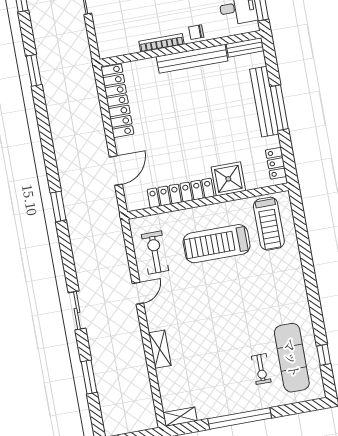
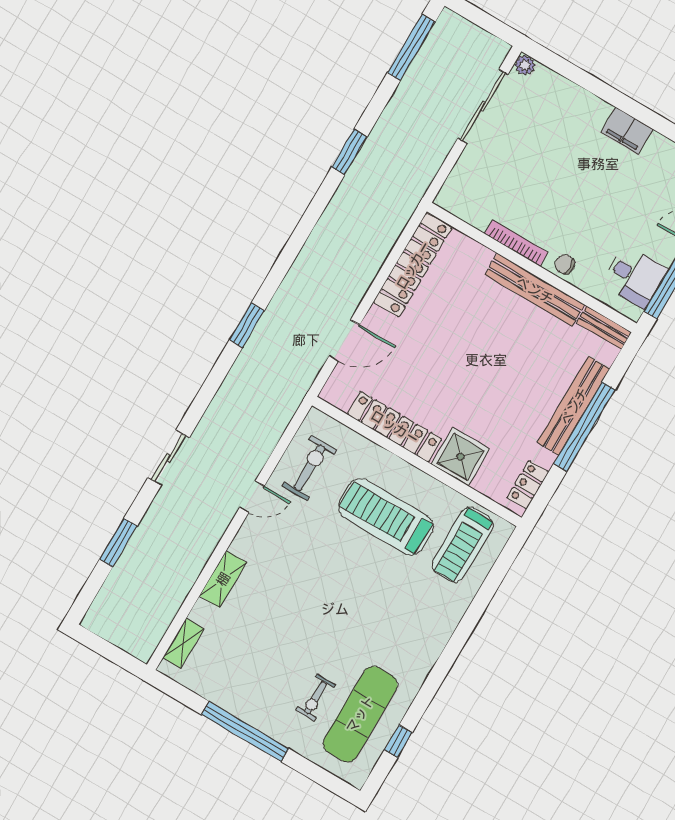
window: (279, 108) -> (584, 427), width x1.46
shelving: (180, 417) -> (183, 643), moved, turned 90

